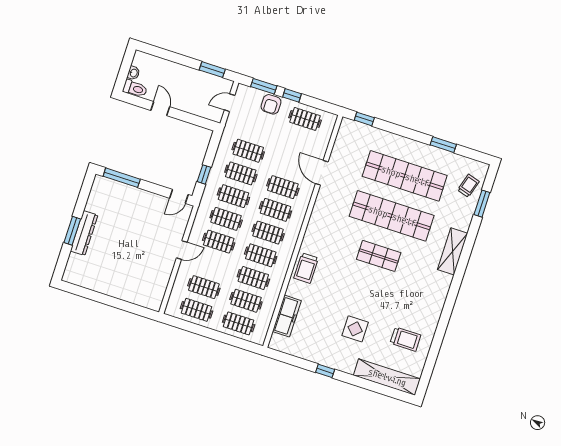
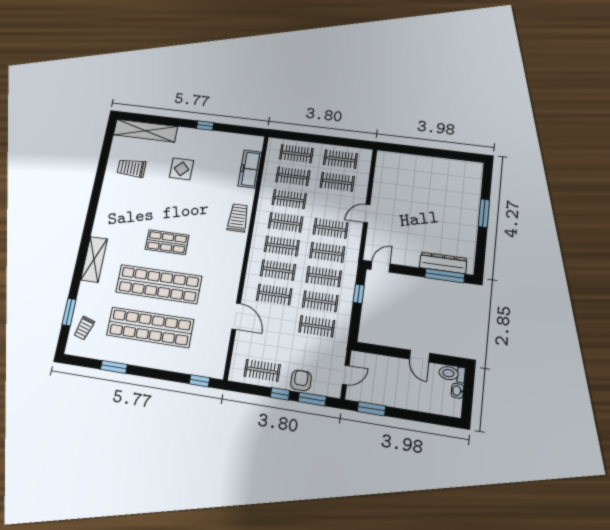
dresser: (84, 233) -> (443, 263), moved, turned 90

